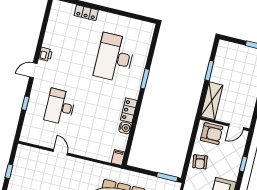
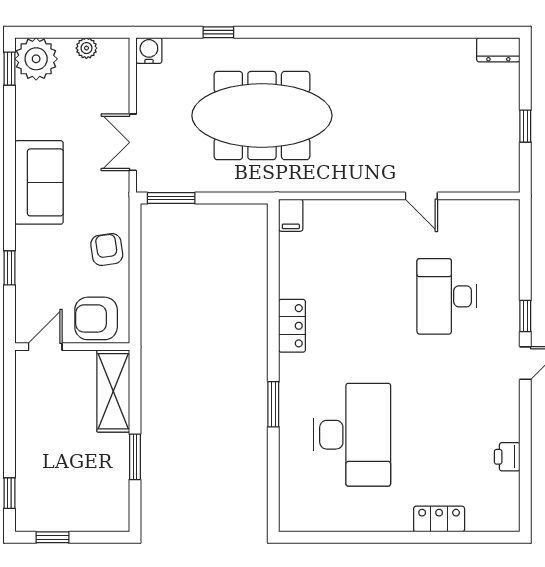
printer: (45, 54) -> (507, 457), moved
window: (25, 103) -> (525, 316), moved
desk: (60, 107) -> (447, 296), turned 180
water cooler: (125, 128) -> (291, 285), removed

